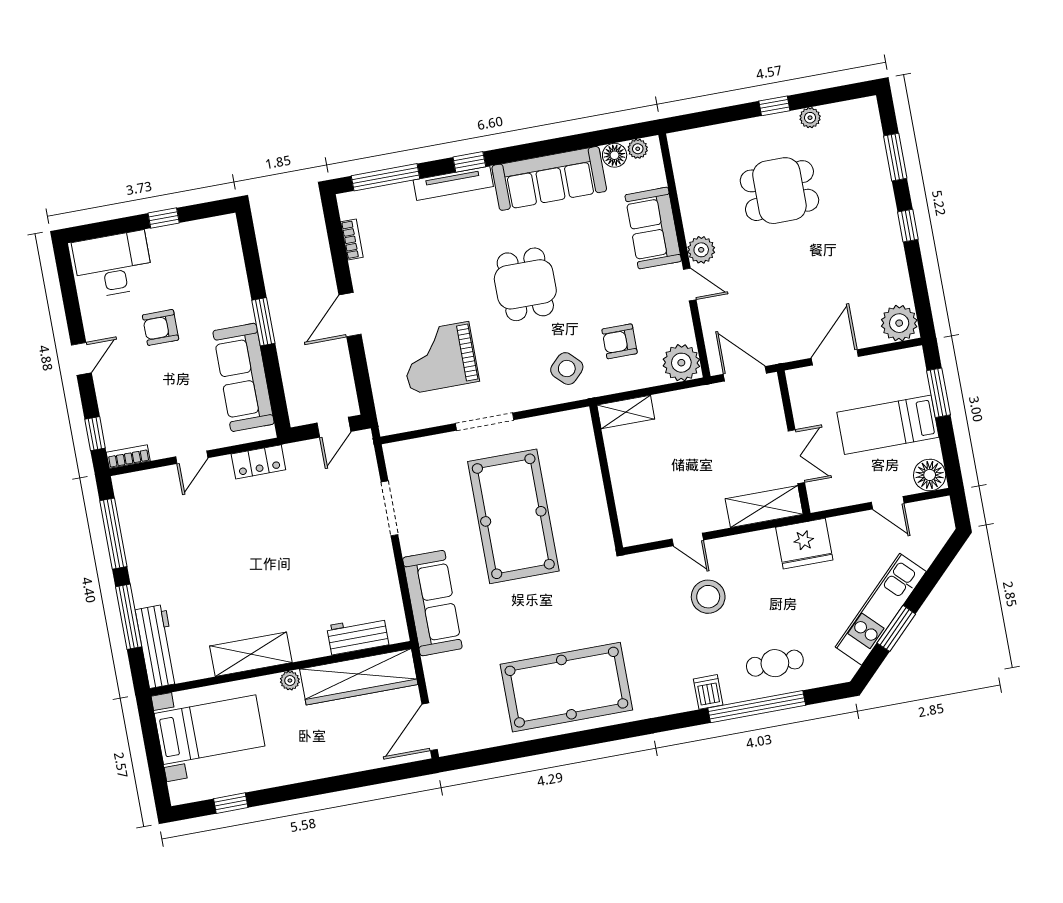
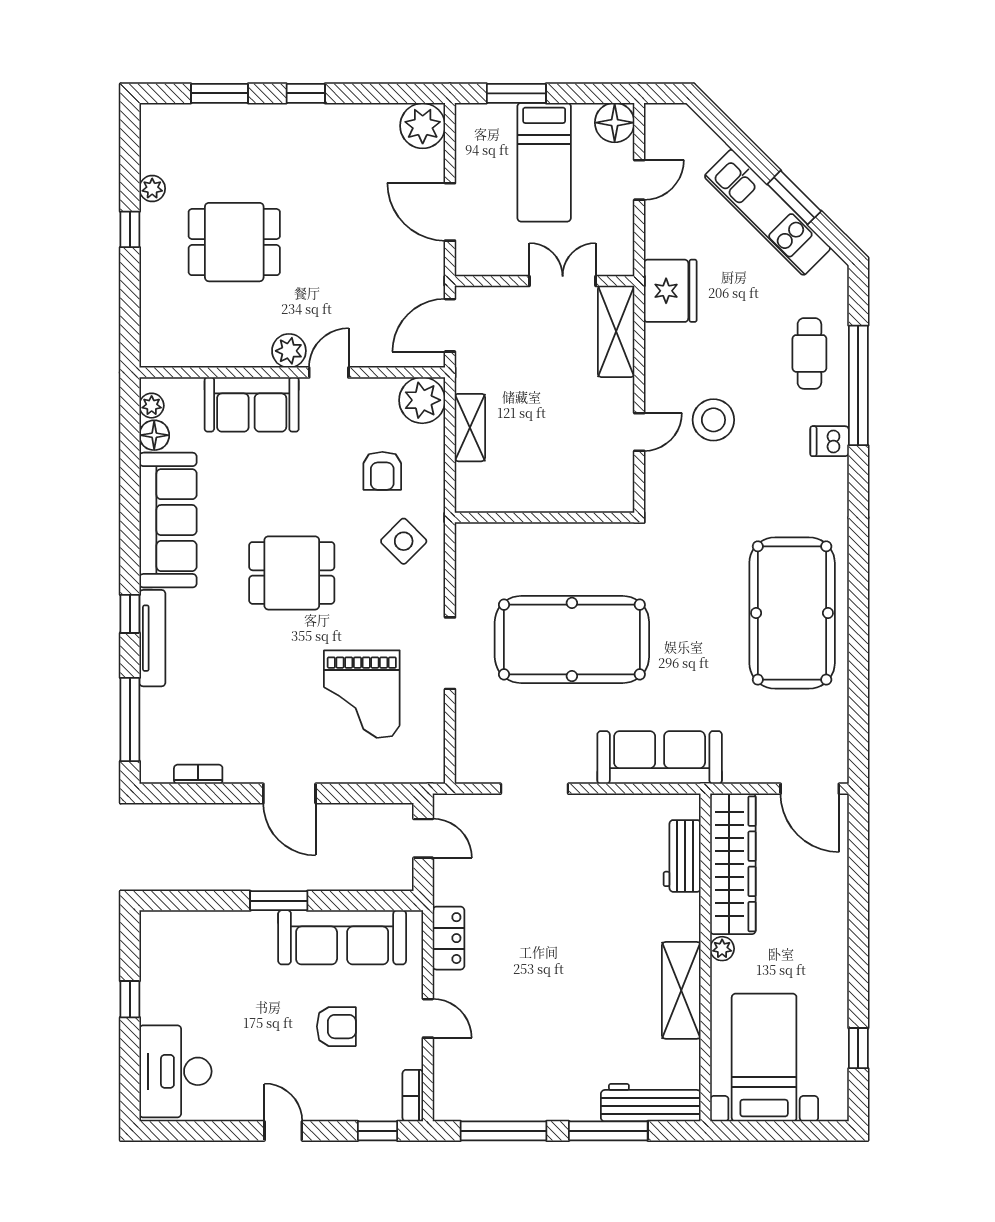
dining table: (779, 191) -> (234, 242), turned 90
armchair: (161, 327) -> (336, 1027), moved, turned -90
shelving: (626, 412) -> (470, 428), moved

